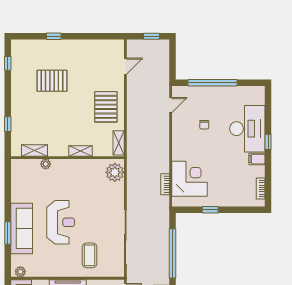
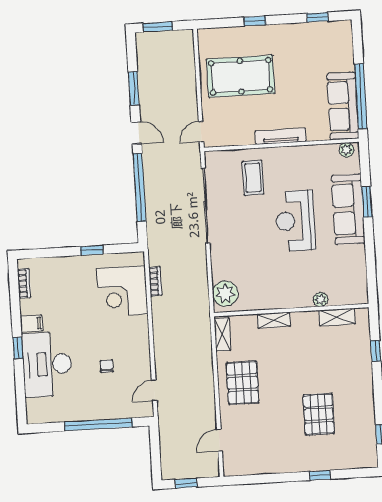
pallet: (52, 81) -> (319, 414), turned 90

